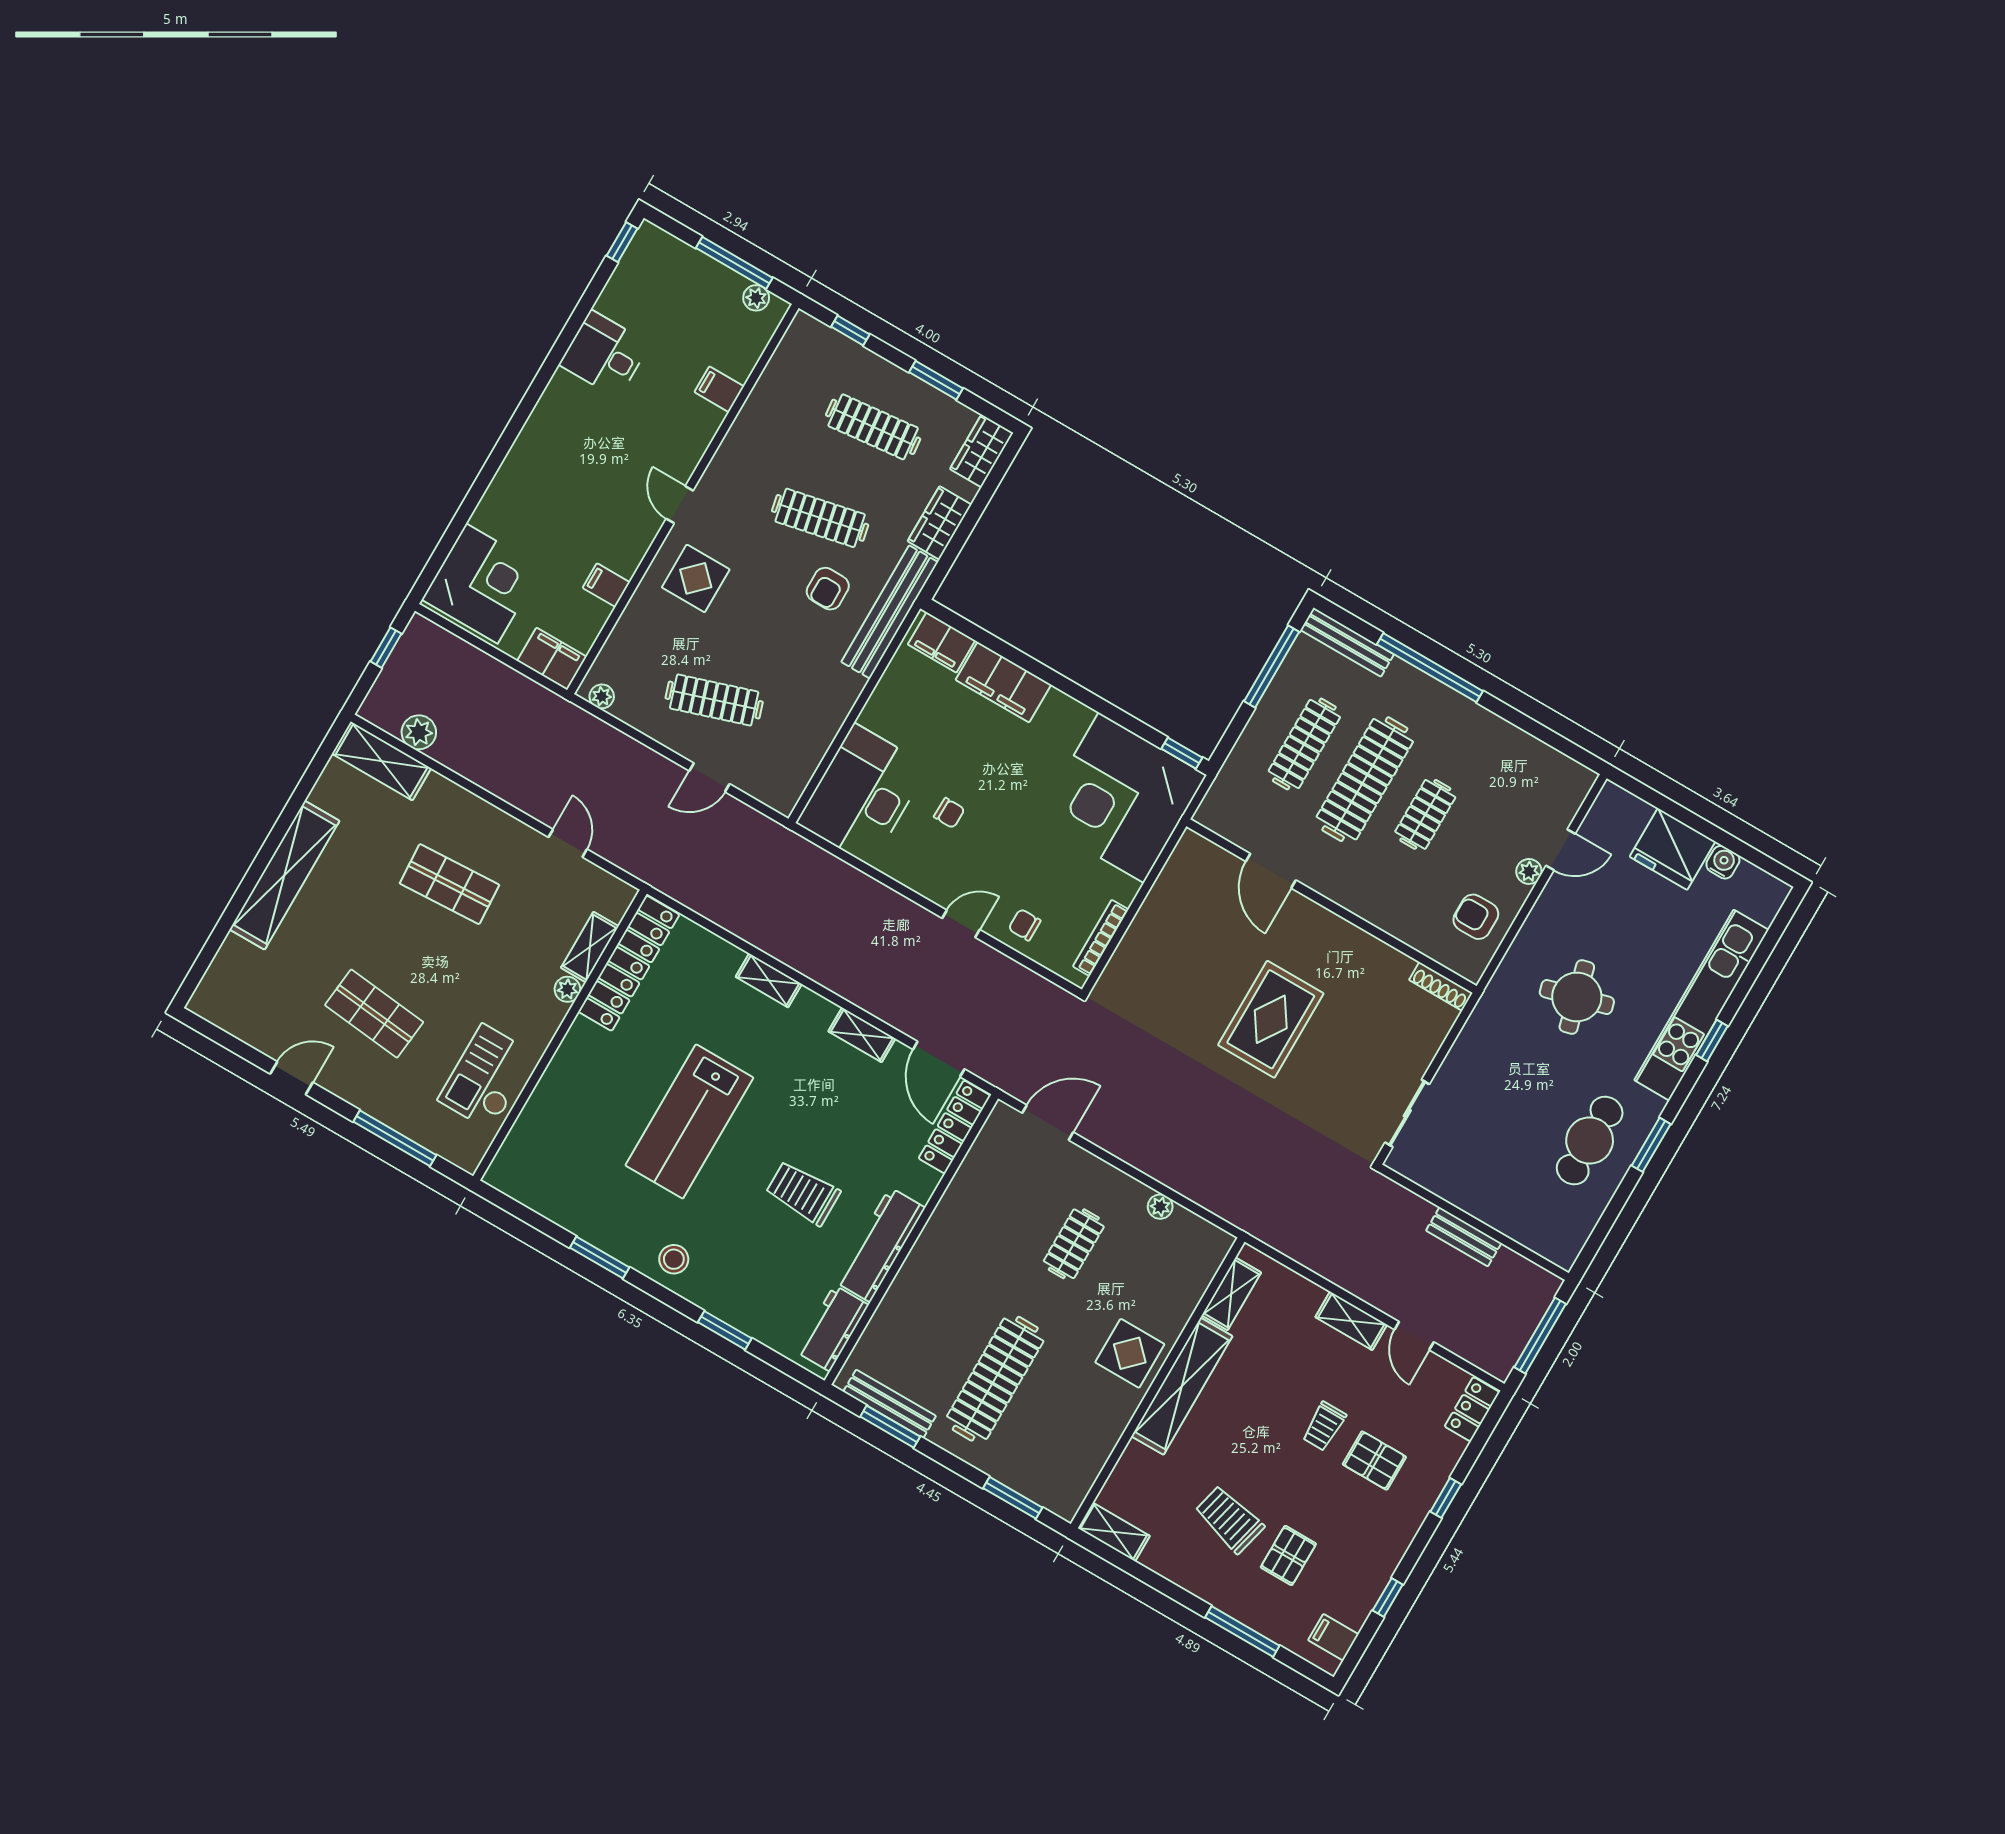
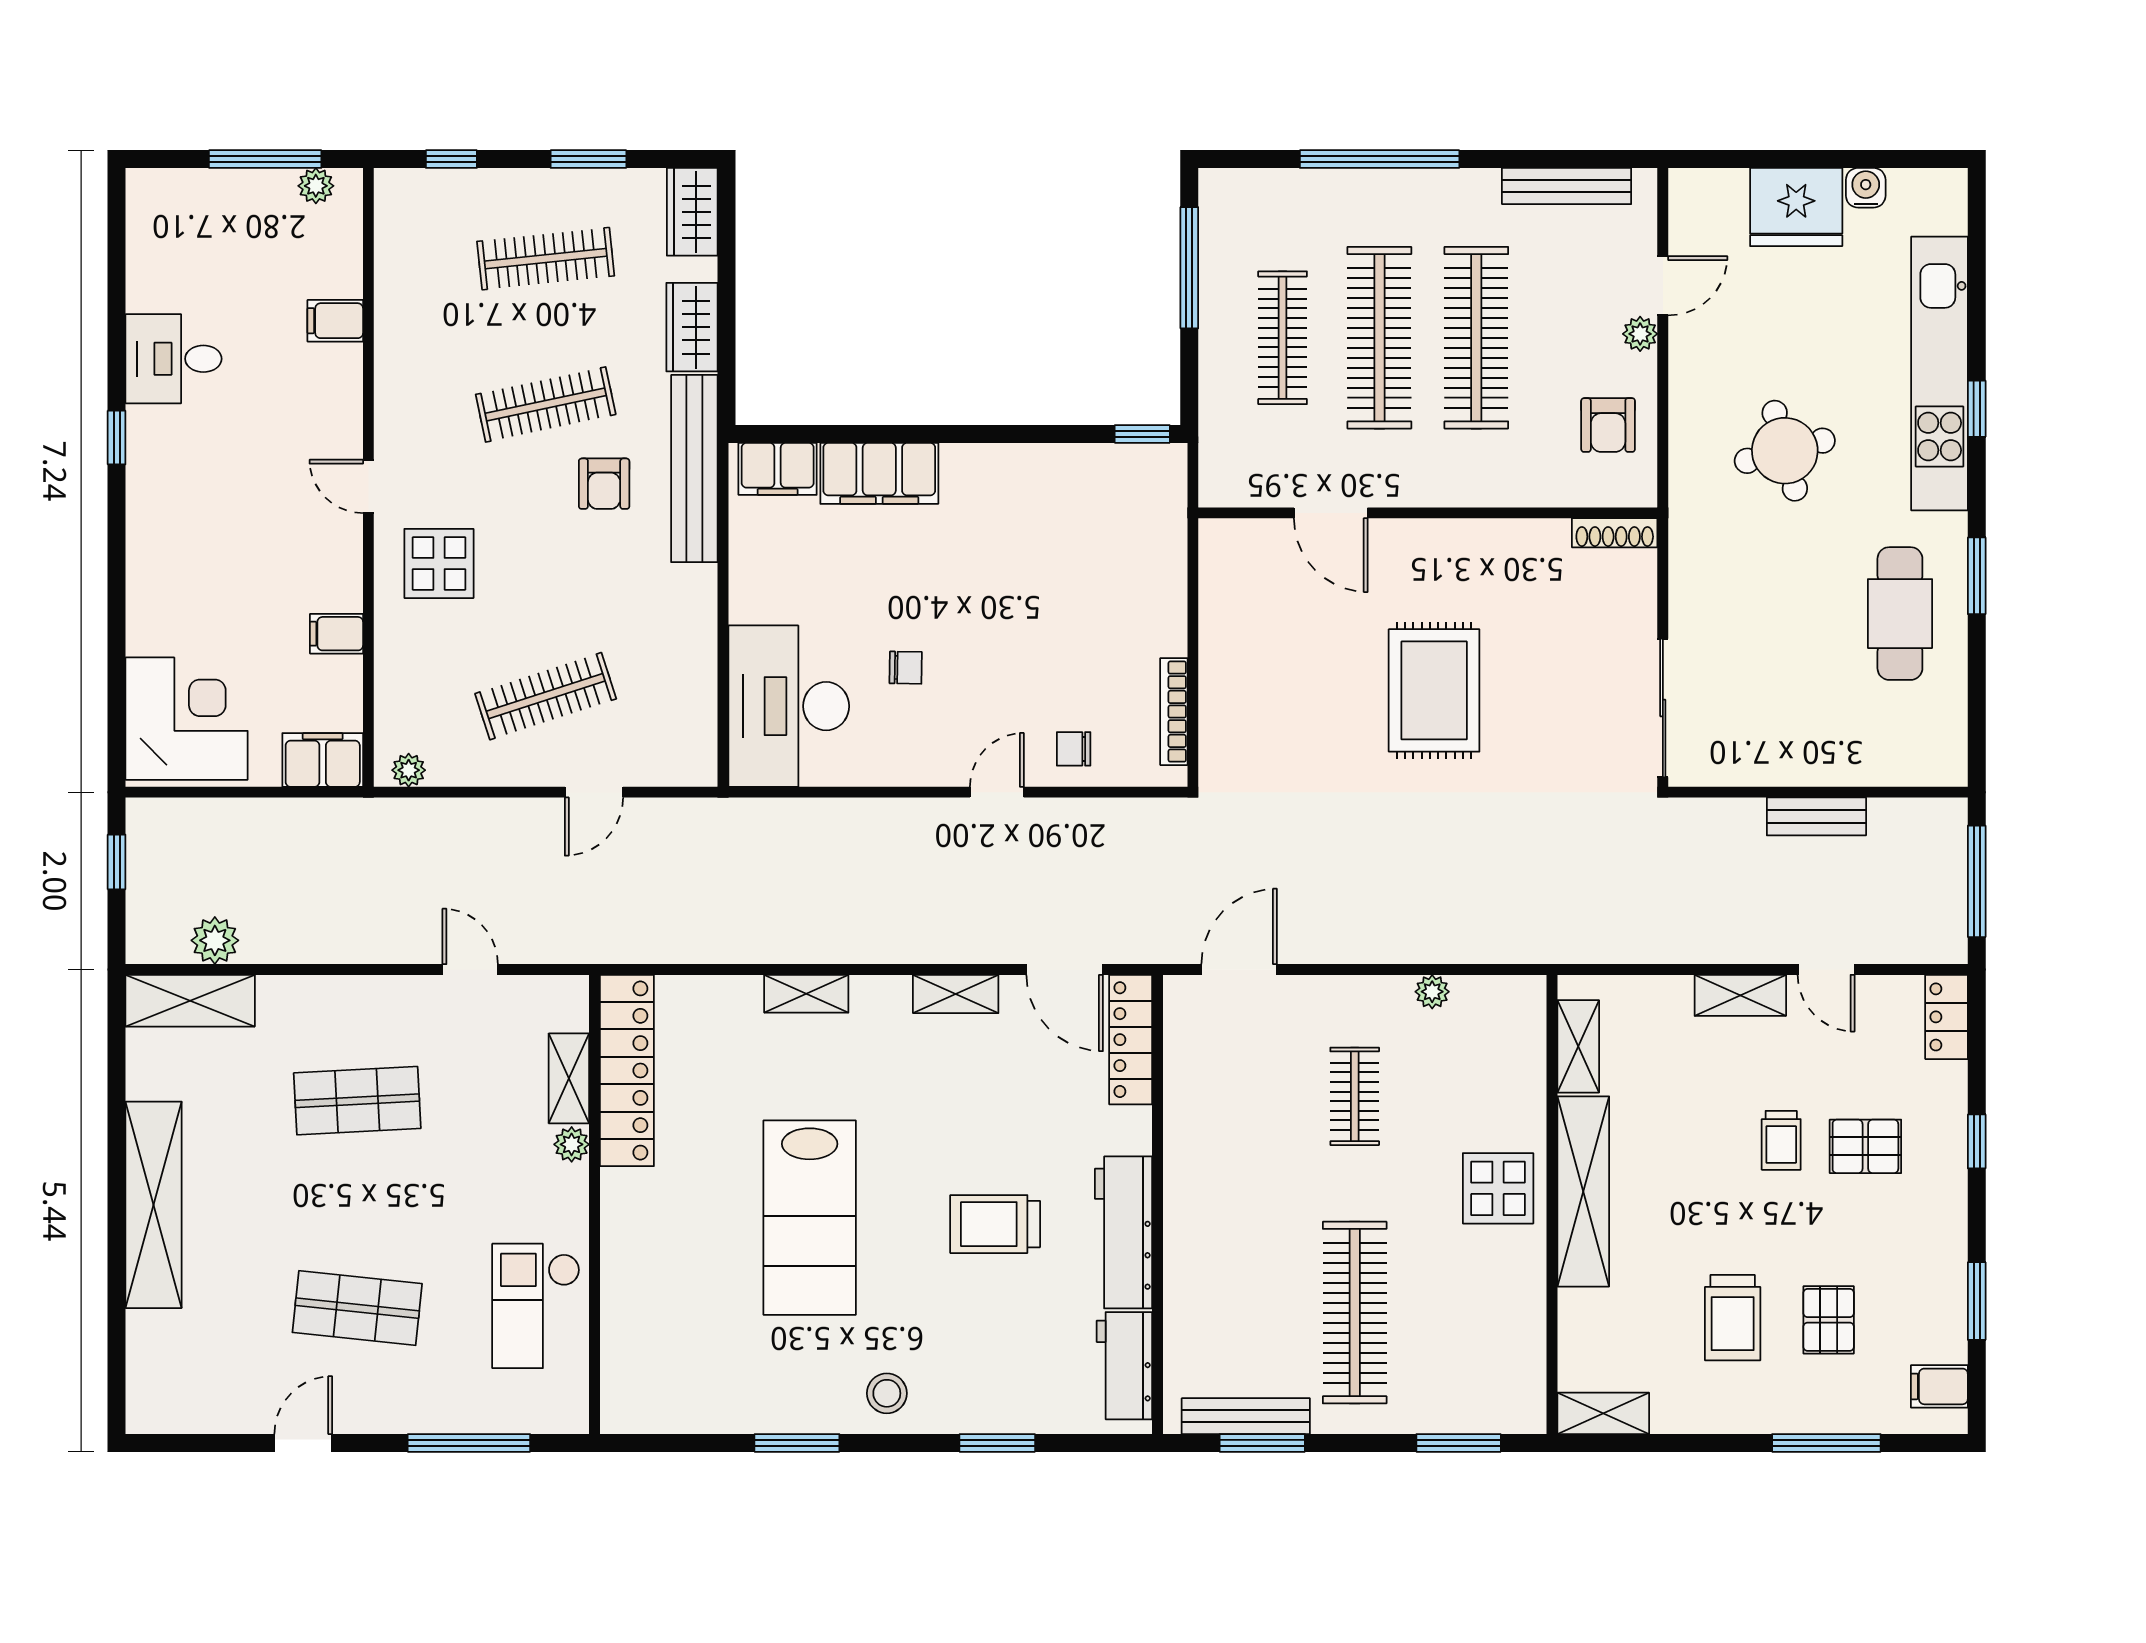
window: (622, 242) -> (117, 438), moved
bench: (1347, 642) -> (1567, 186), moved
corner desk: (1121, 798) -> (1101, 529), removed
clothes rail: (1425, 814) -> (1476, 338), width x1.86, depth x1.31
armchair: (1476, 917) -> (1608, 425), turned -90
sliding door: (1407, 1113) -> (1663, 708), width x1.37
trolley: (1229, 1519) -> (1733, 1318), turned -104
window: (1388, 1598) -> (1977, 1301), width x1.50

